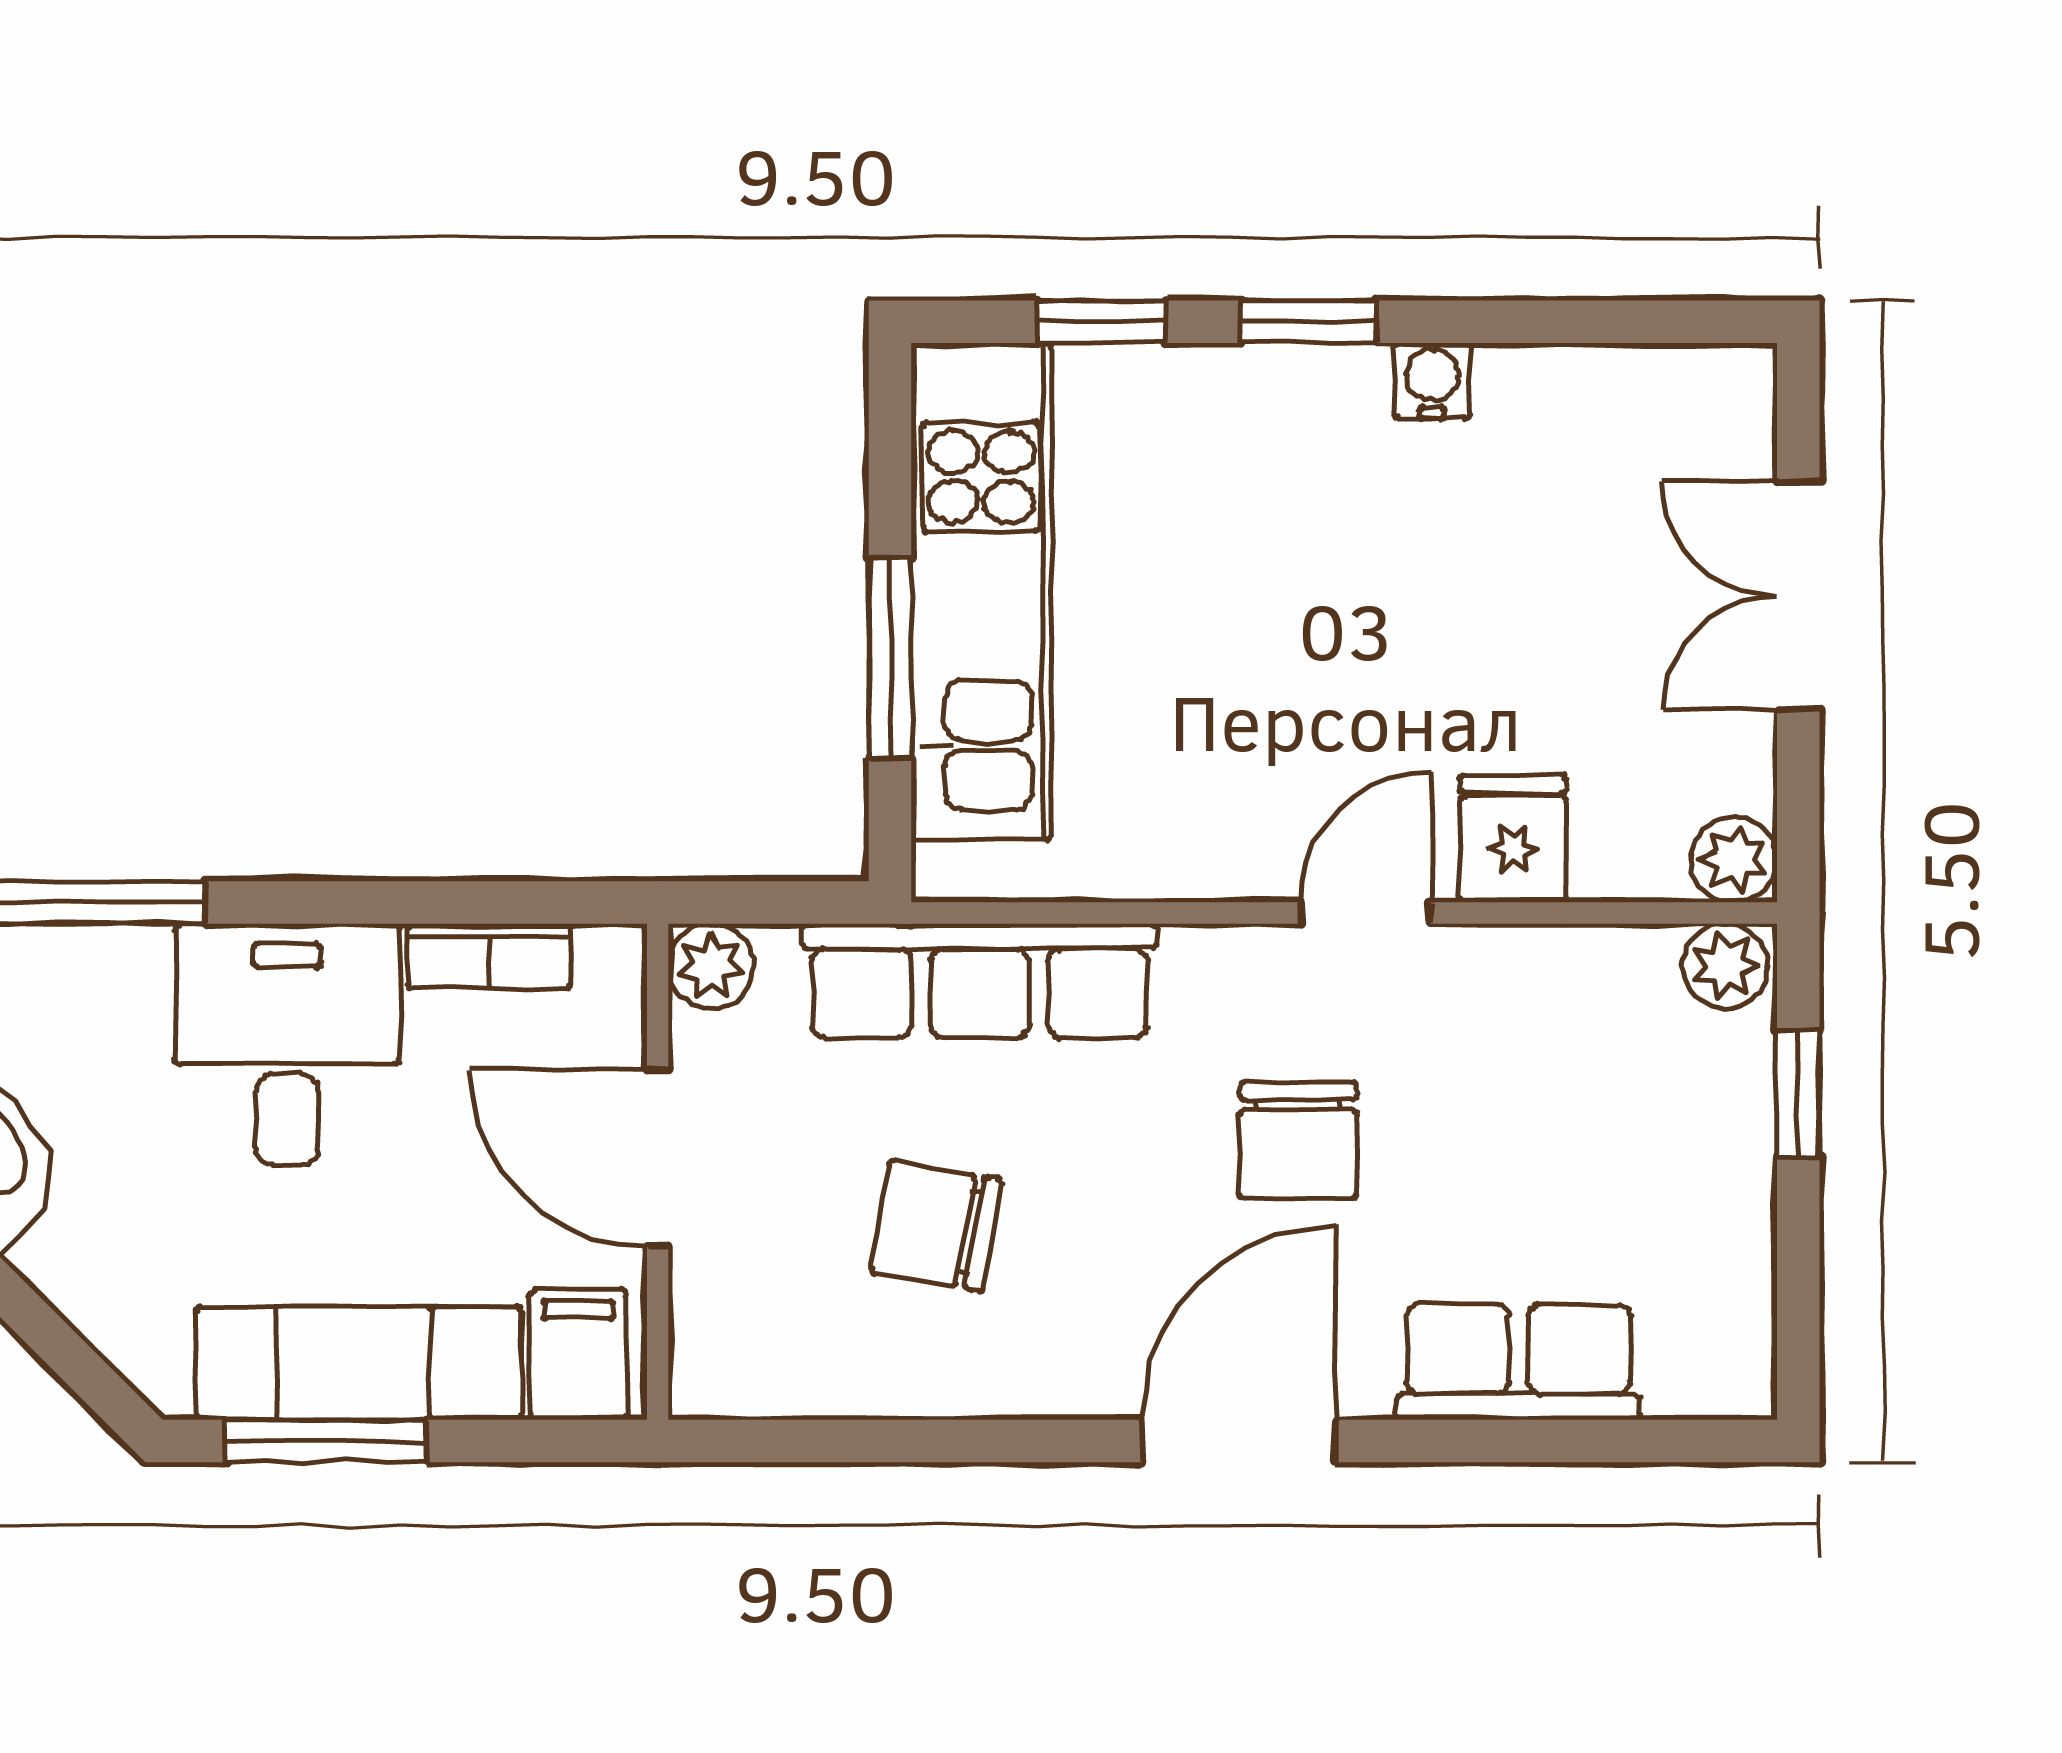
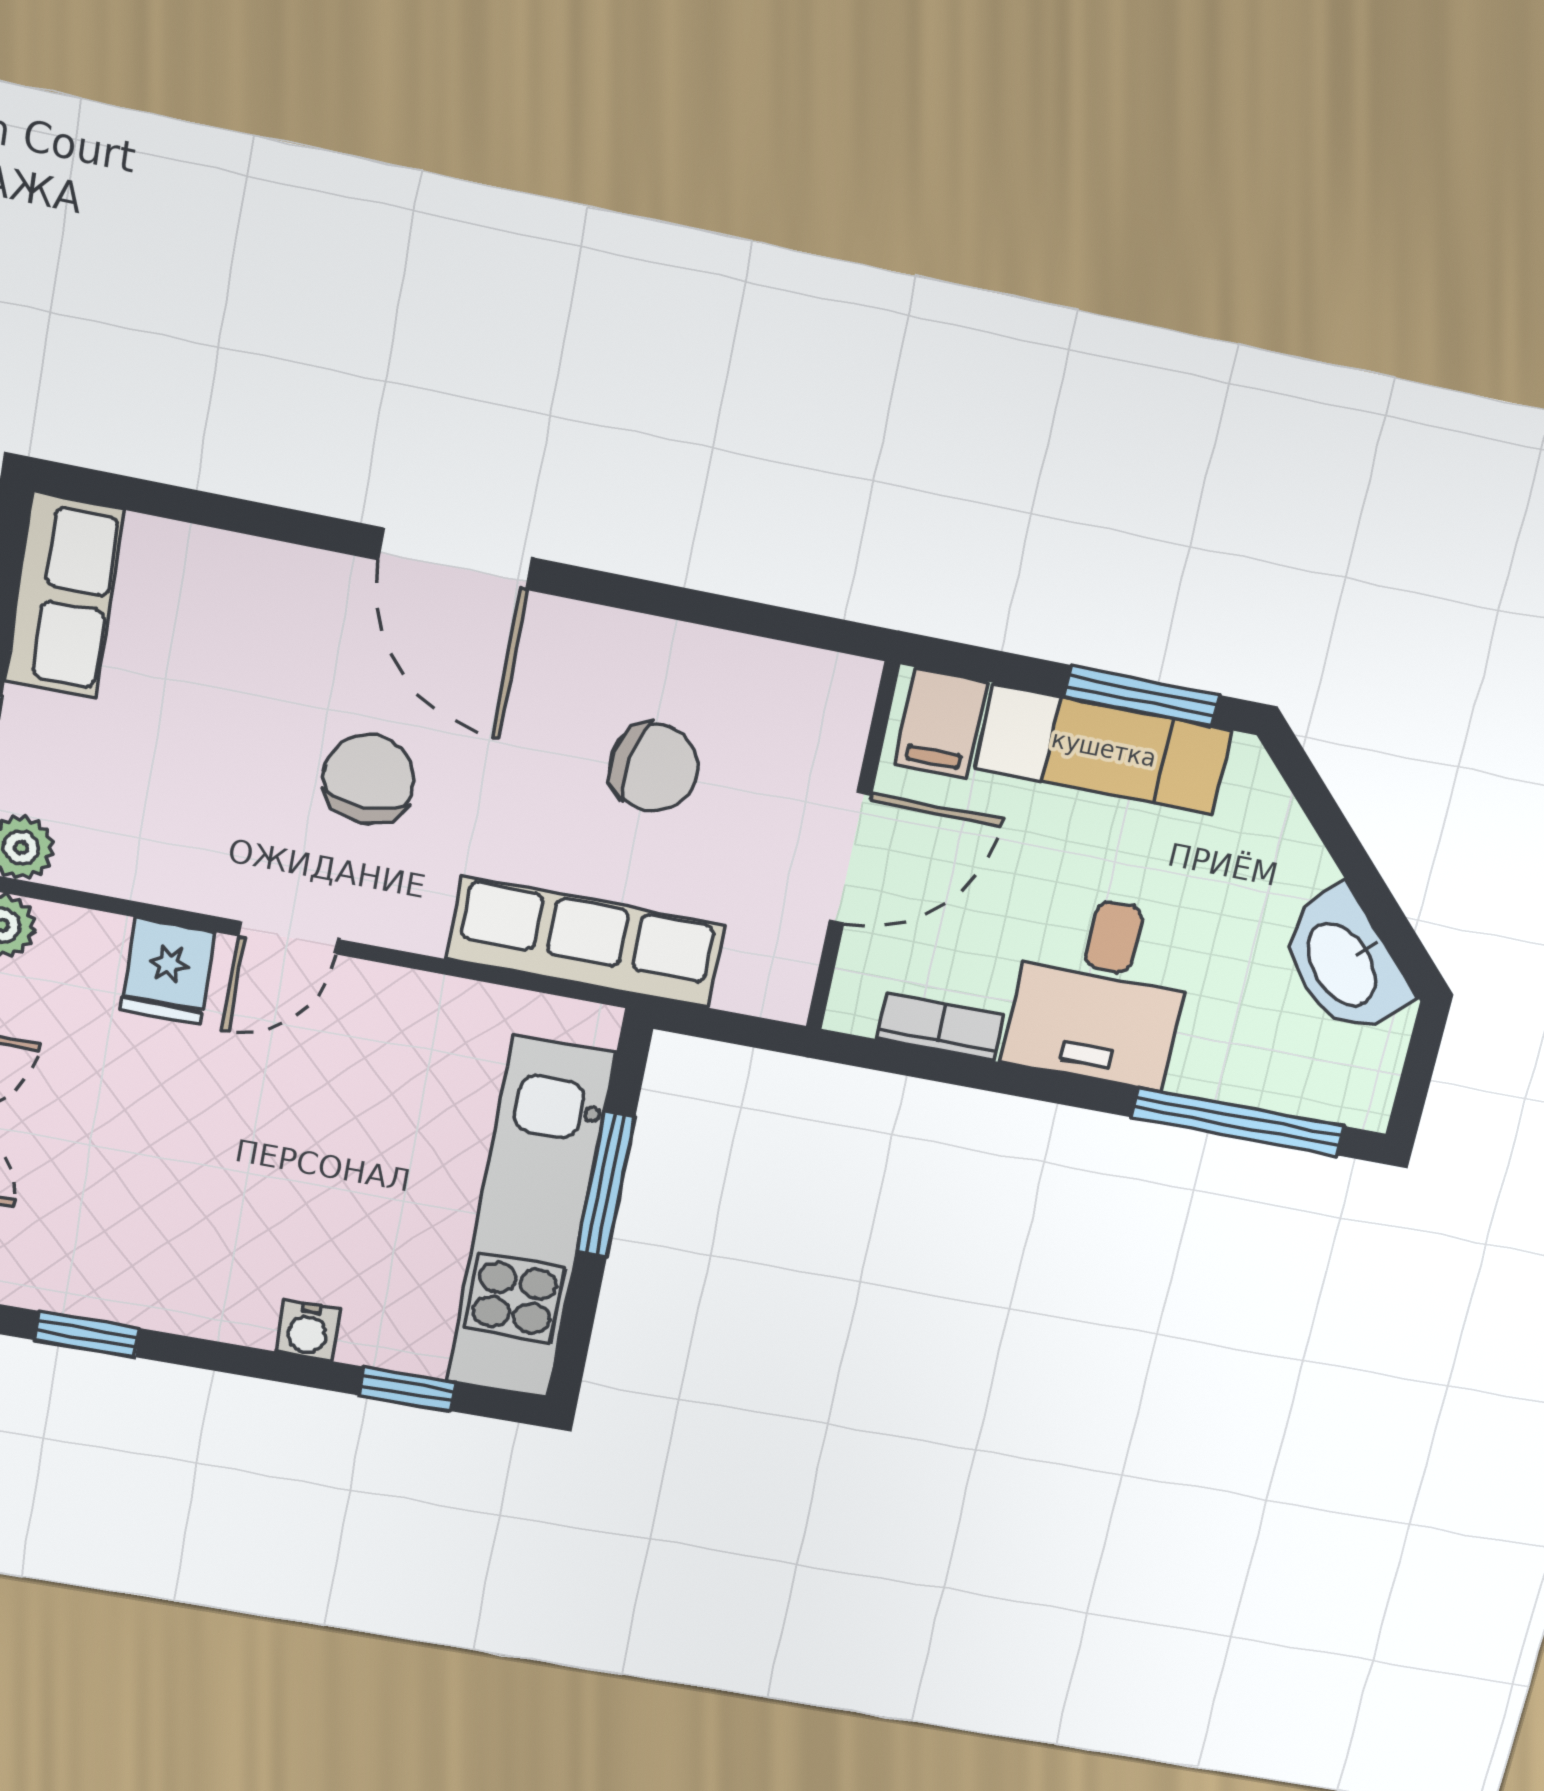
window: (1309, 322) -> (88, 1334), moved
water cooler: (1432, 381) -> (308, 1330), moved
plant: (711, 966) -> (781, 990), removed
door: (658, 1158) -> (850, 858), hinge flipped
row of seats: (1518, 1362) -> (64, 596), moved, turned -90
door: (1239, 1441) -> (455, 559), hinge flipped

